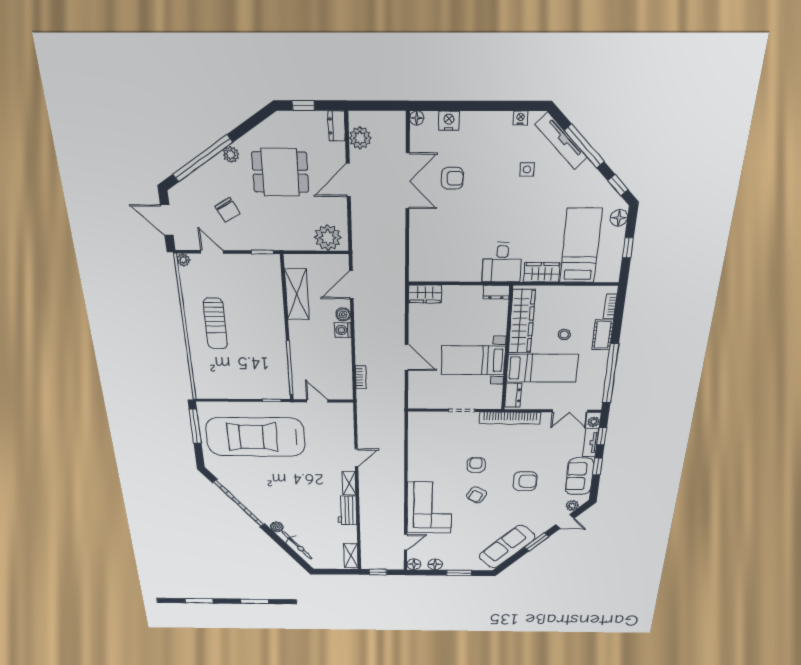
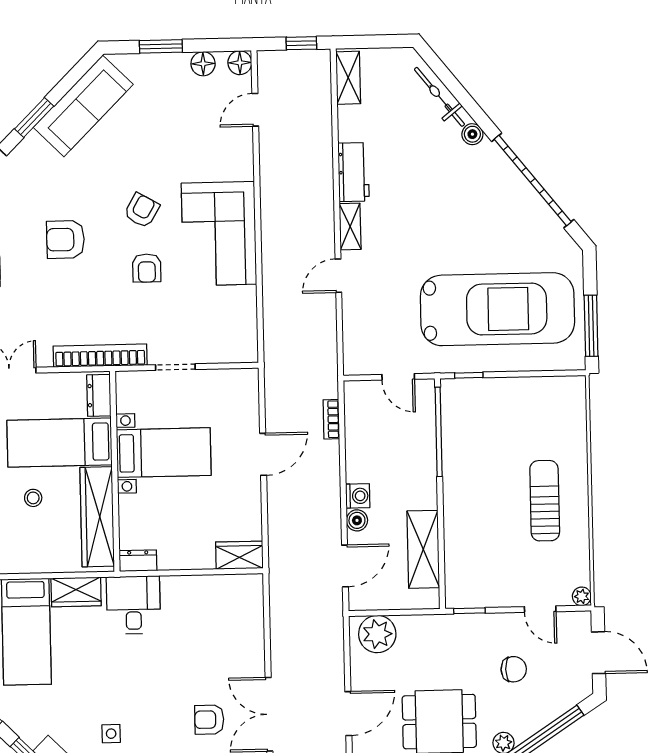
chair: (228, 210) -> (514, 669), turned 119
door: (407, 357) -> (263, 454), swing flipped
corner sofa: (429, 508) -> (219, 234), moved

